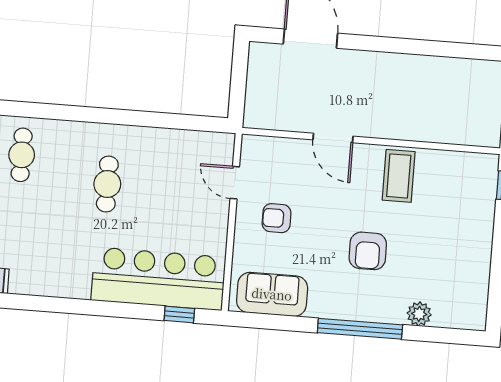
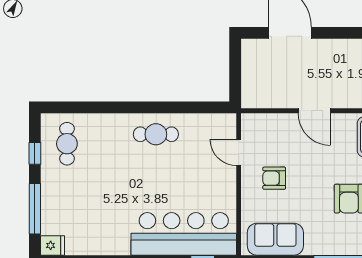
cafe table: (107, 184) -> (156, 134), moved, turned 90

